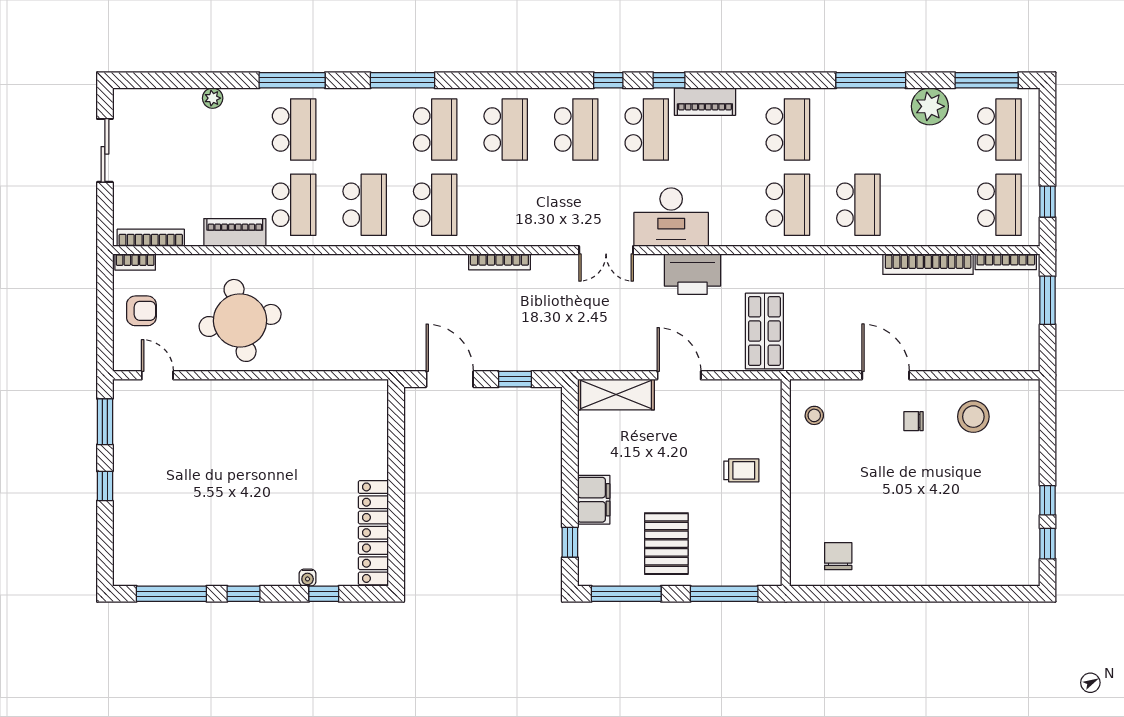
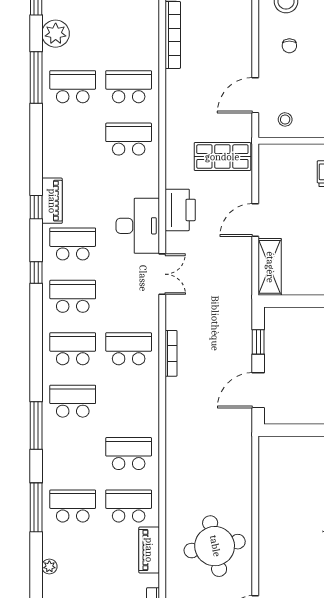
window: (669, 80) -> (36, 207), moved
school desk: (788, 129) -> (73, 87), moved
school desk: (435, 205) -> (129, 349), moved
door: (886, 375) -> (255, 95), moved

